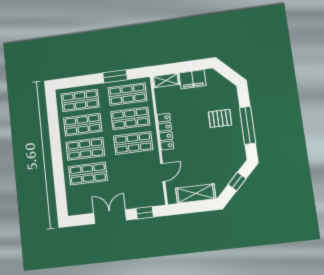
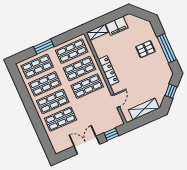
window: (115, 76) -> (44, 47), moved

